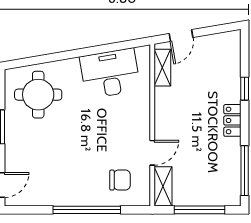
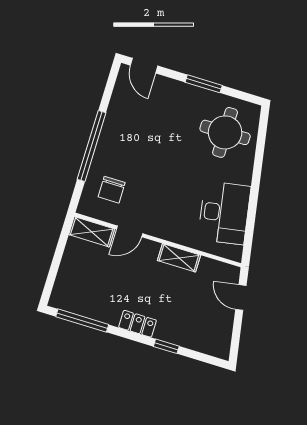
shelving: (162, 68) -> (179, 258), moved
door: (152, 153) -> (130, 231), hinge flipped
window: (199, 210) -> (56, 262), removed

